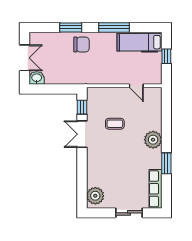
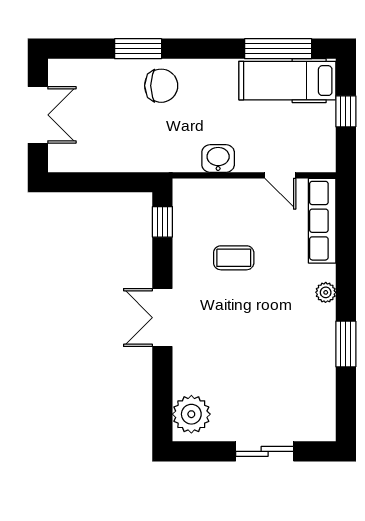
window: (114, 27) -> (278, 49), moved
washbasin: (37, 78) -> (218, 159), moved
double door: (82, 134) -> (162, 318), moved
plant: (153, 140) -> (326, 292), width x0.53, depth x0.53
row of seats: (155, 189) -> (322, 221), moved

